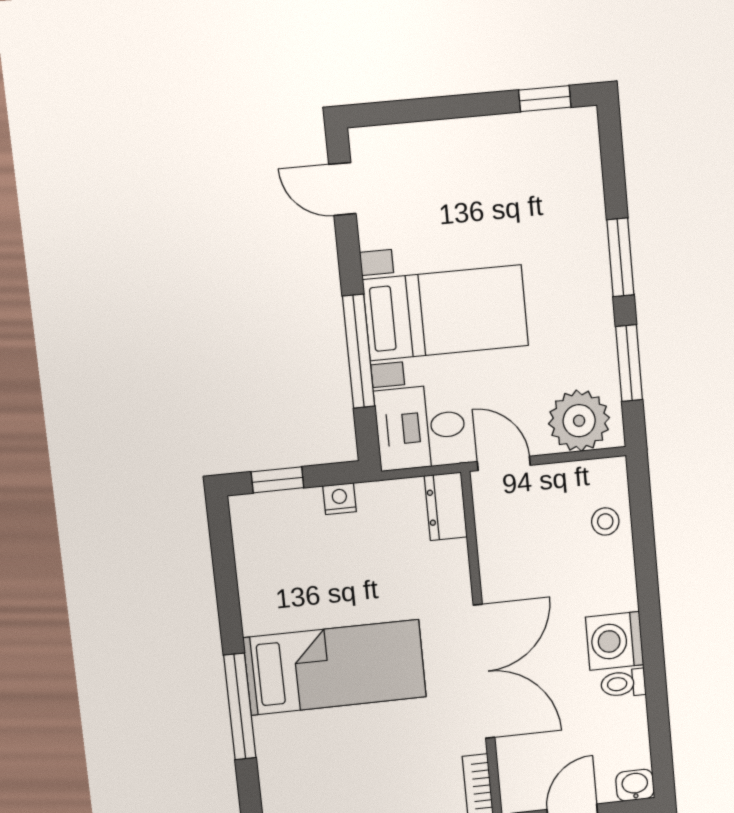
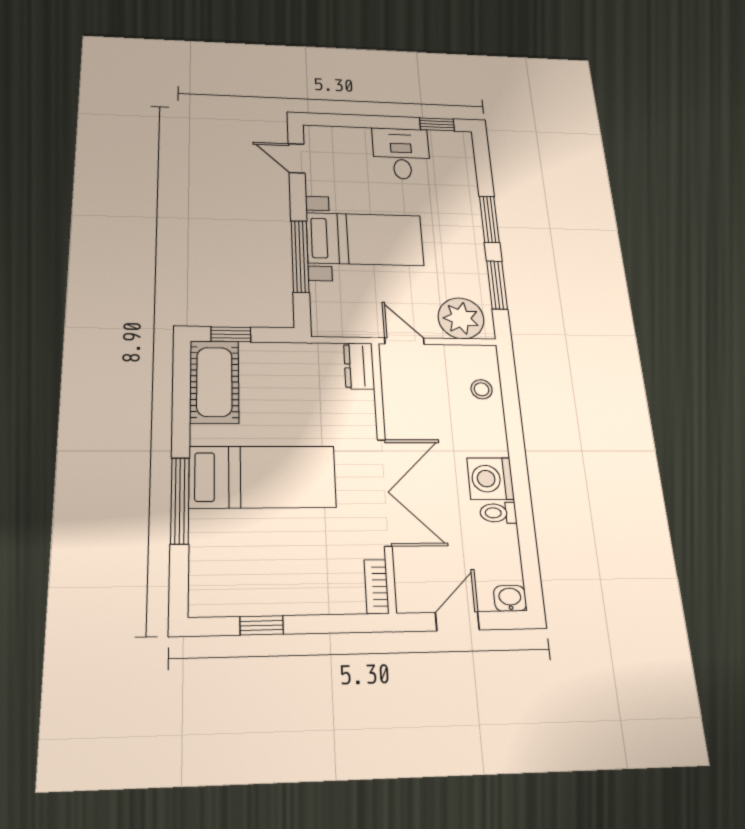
desk: (421, 427) -> (401, 154), moved, turned 90
nightstand: (340, 499) -> (277, 352), removed
cot: (264, 549) -> (214, 382), added

